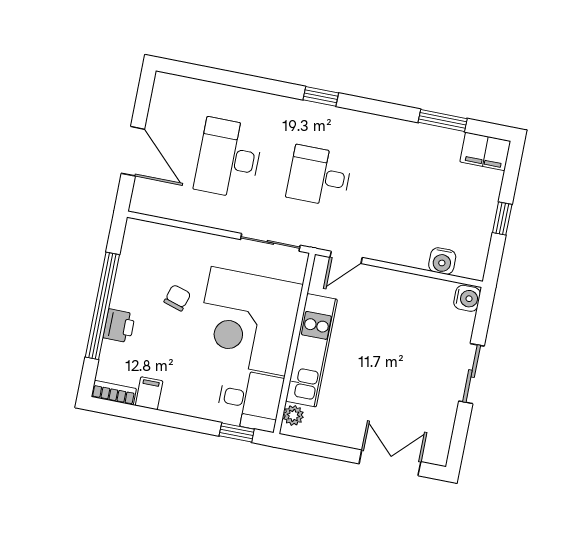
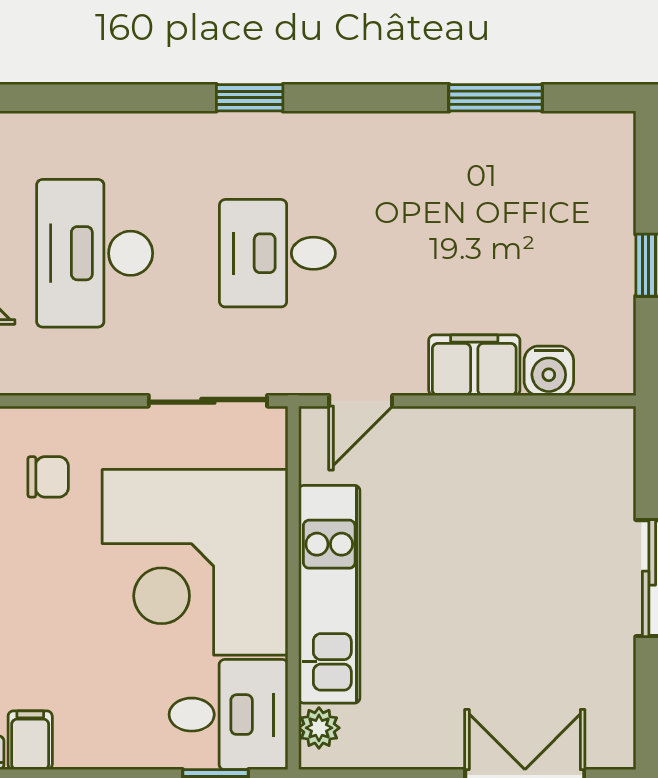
filing cabinet: (485, 151) -> (474, 365), moved, turned 180
chair: (177, 298) -> (48, 477), moved, turned 73
water cooler: (467, 298) -> (611, 434), removed

